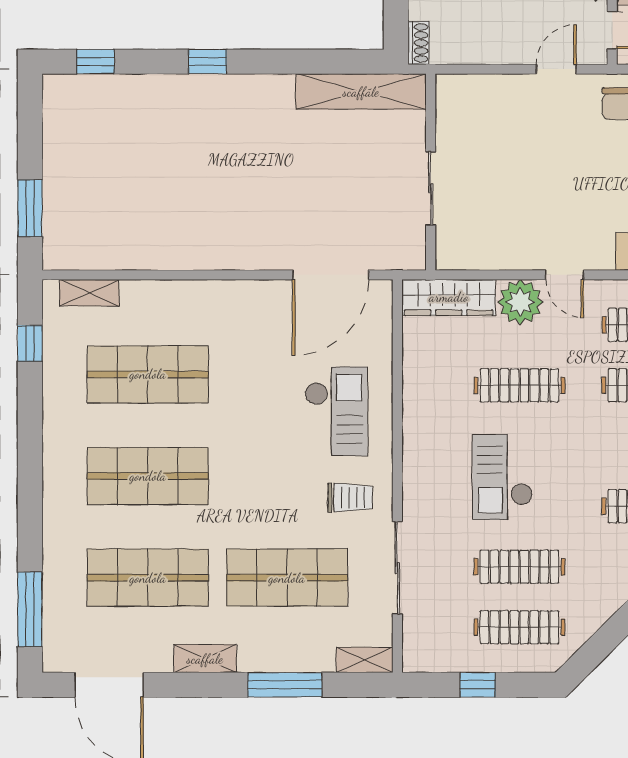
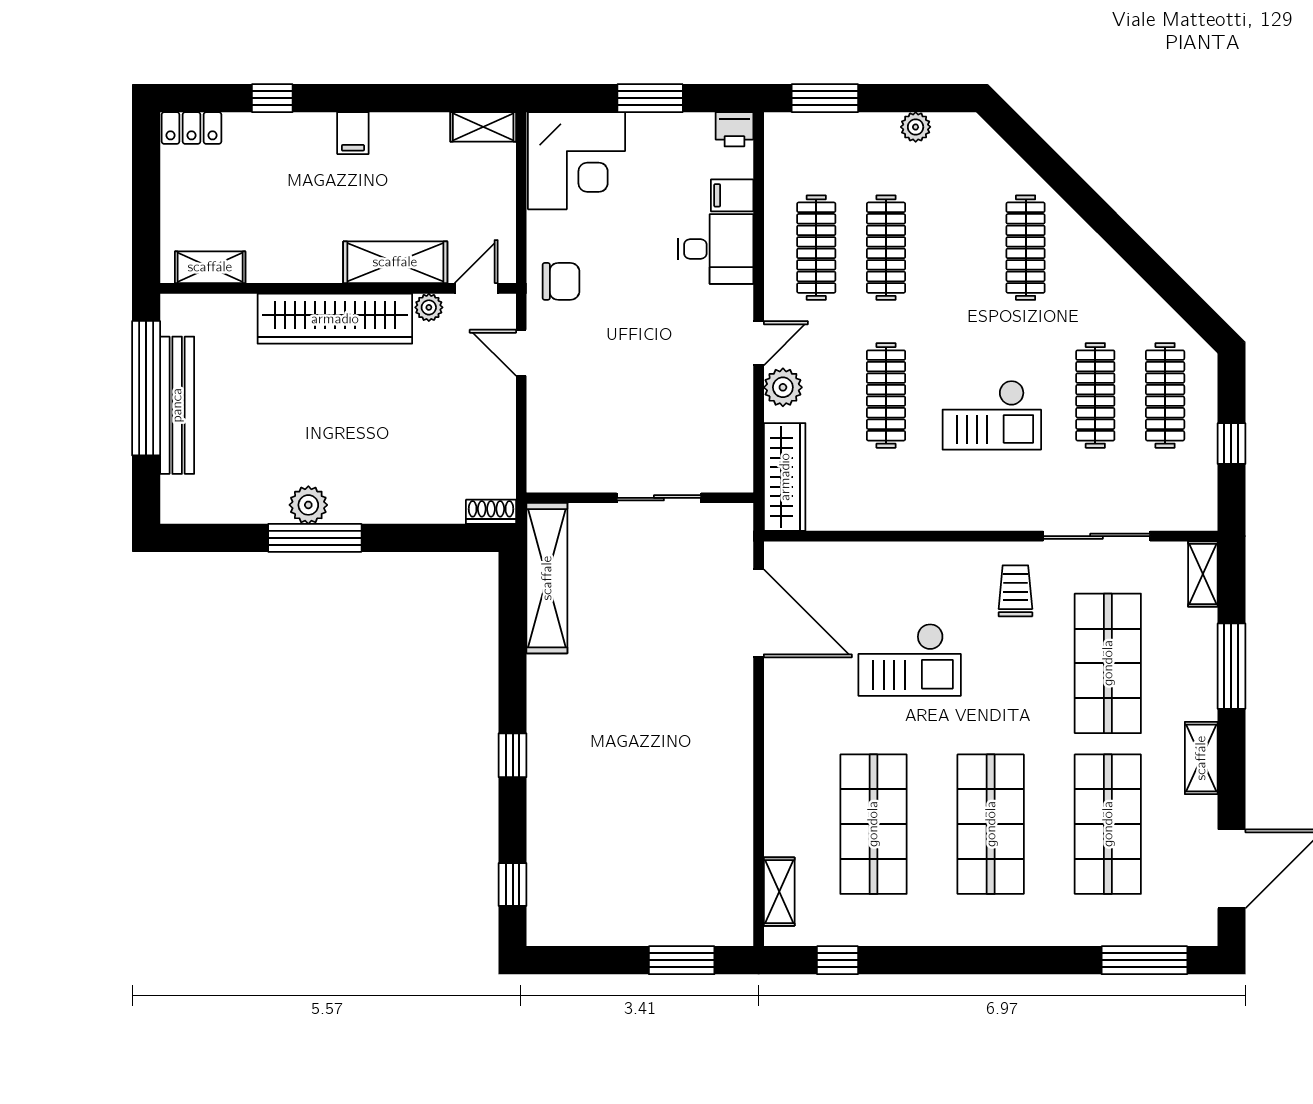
plant: (520, 302) -> (783, 387), width x0.73, depth x0.73
checkout: (336, 411) -> (910, 660), moved, turned 180

